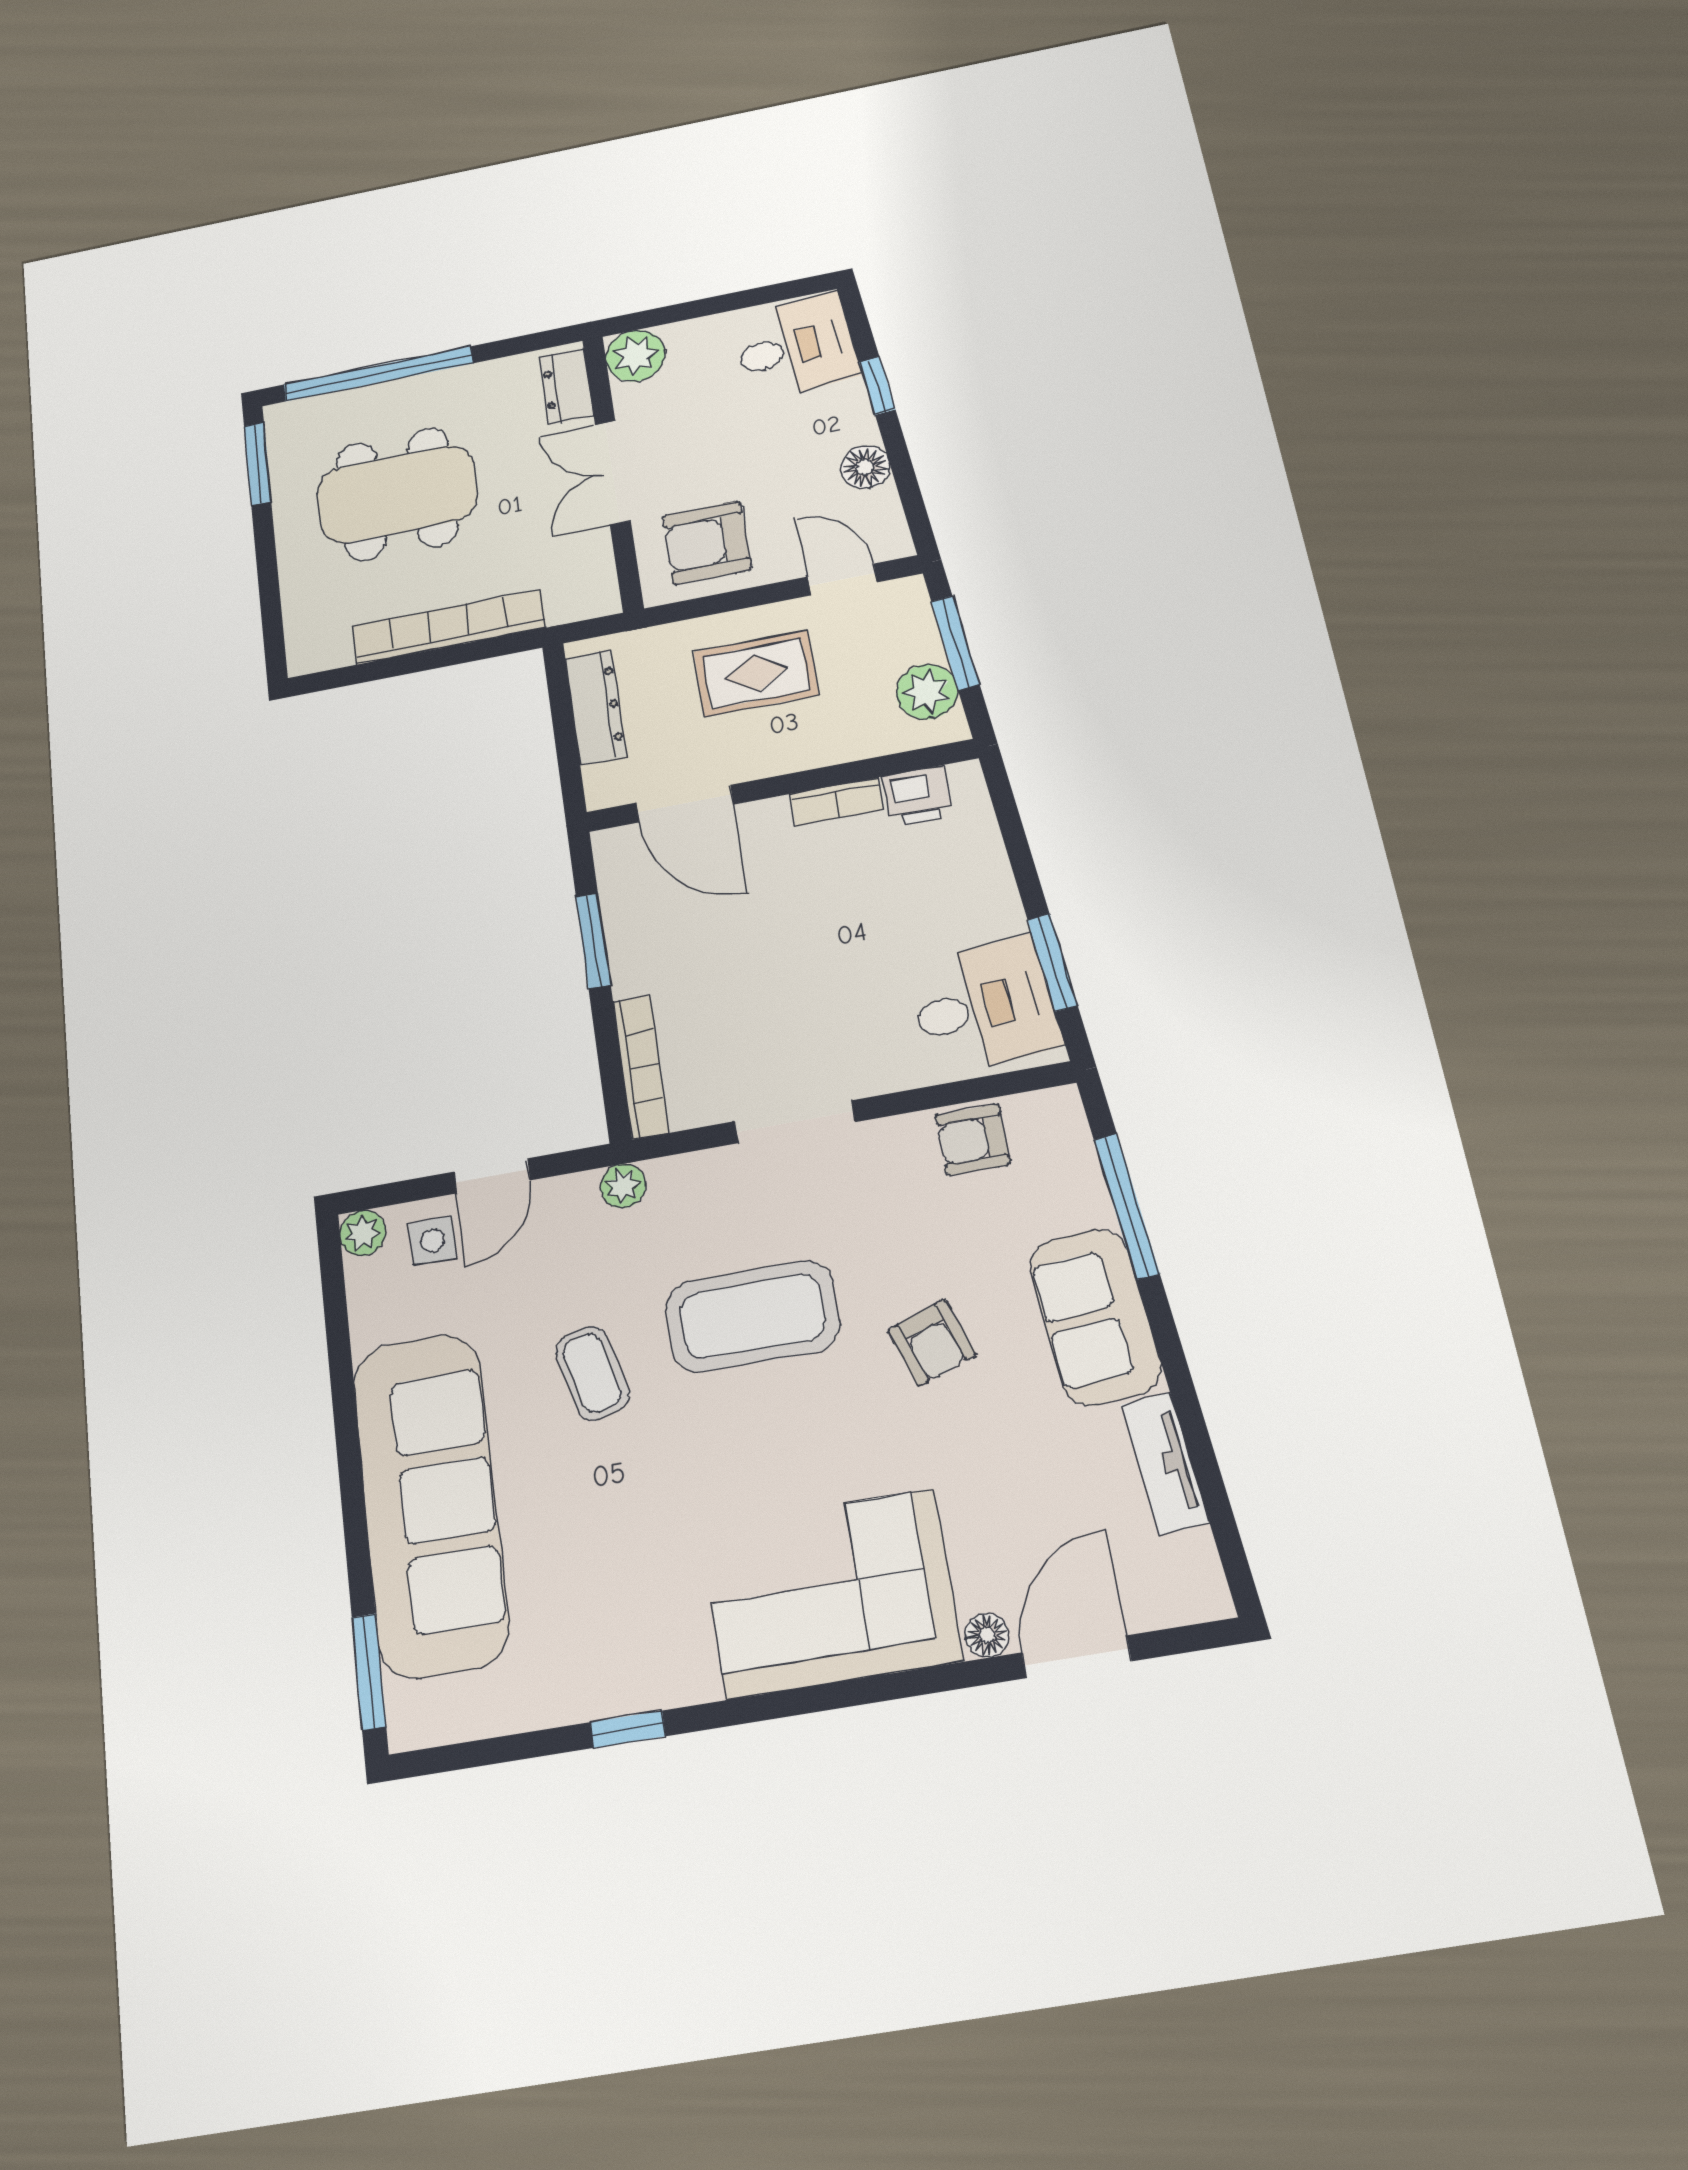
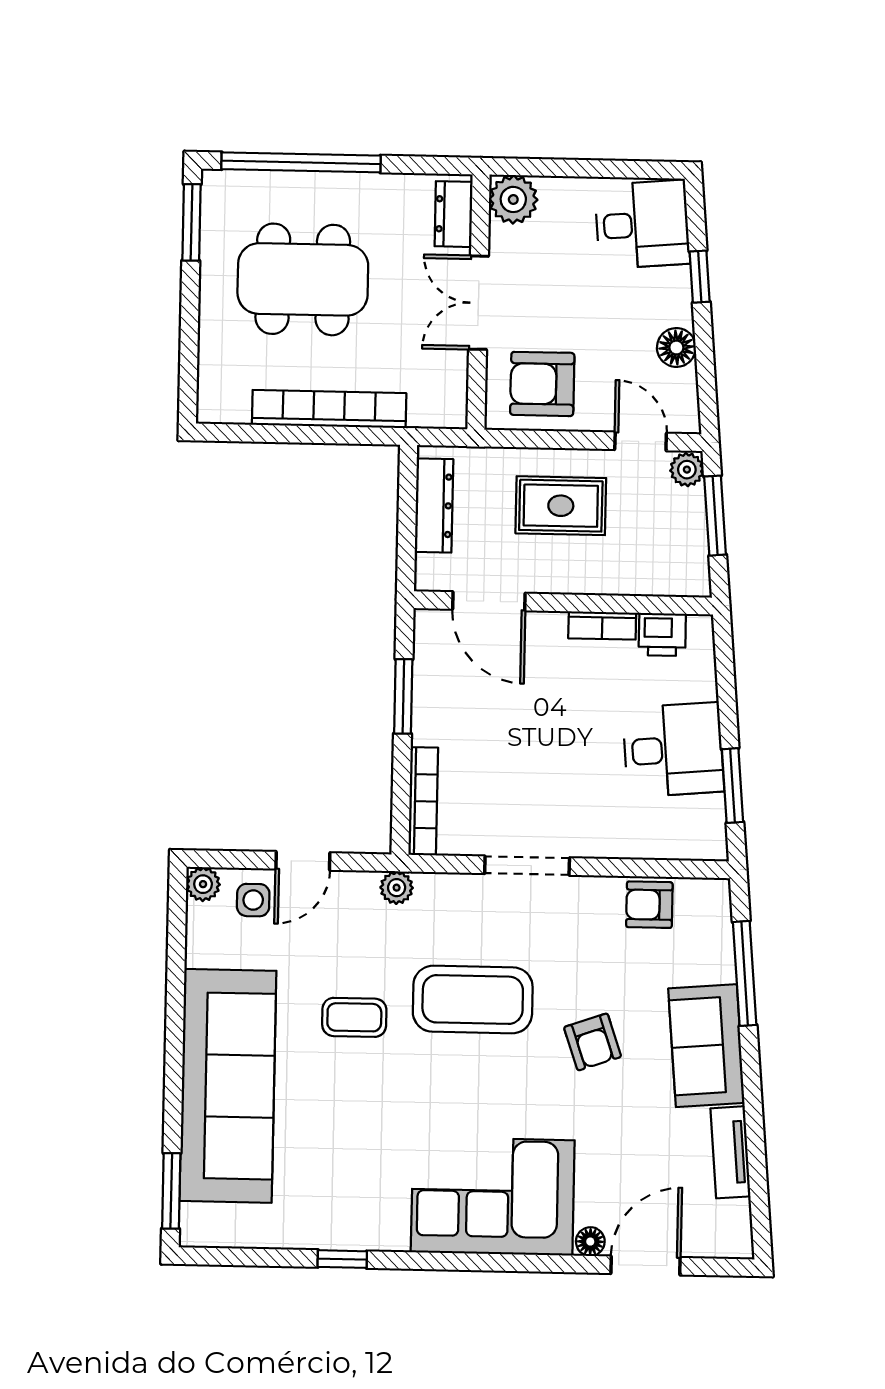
plant: (927, 692) -> (687, 470), moved, width x0.73, depth x0.73
desk: (984, 1006) -> (673, 750), moved
coffee table: (592, 1373) -> (354, 1017), turned -75

